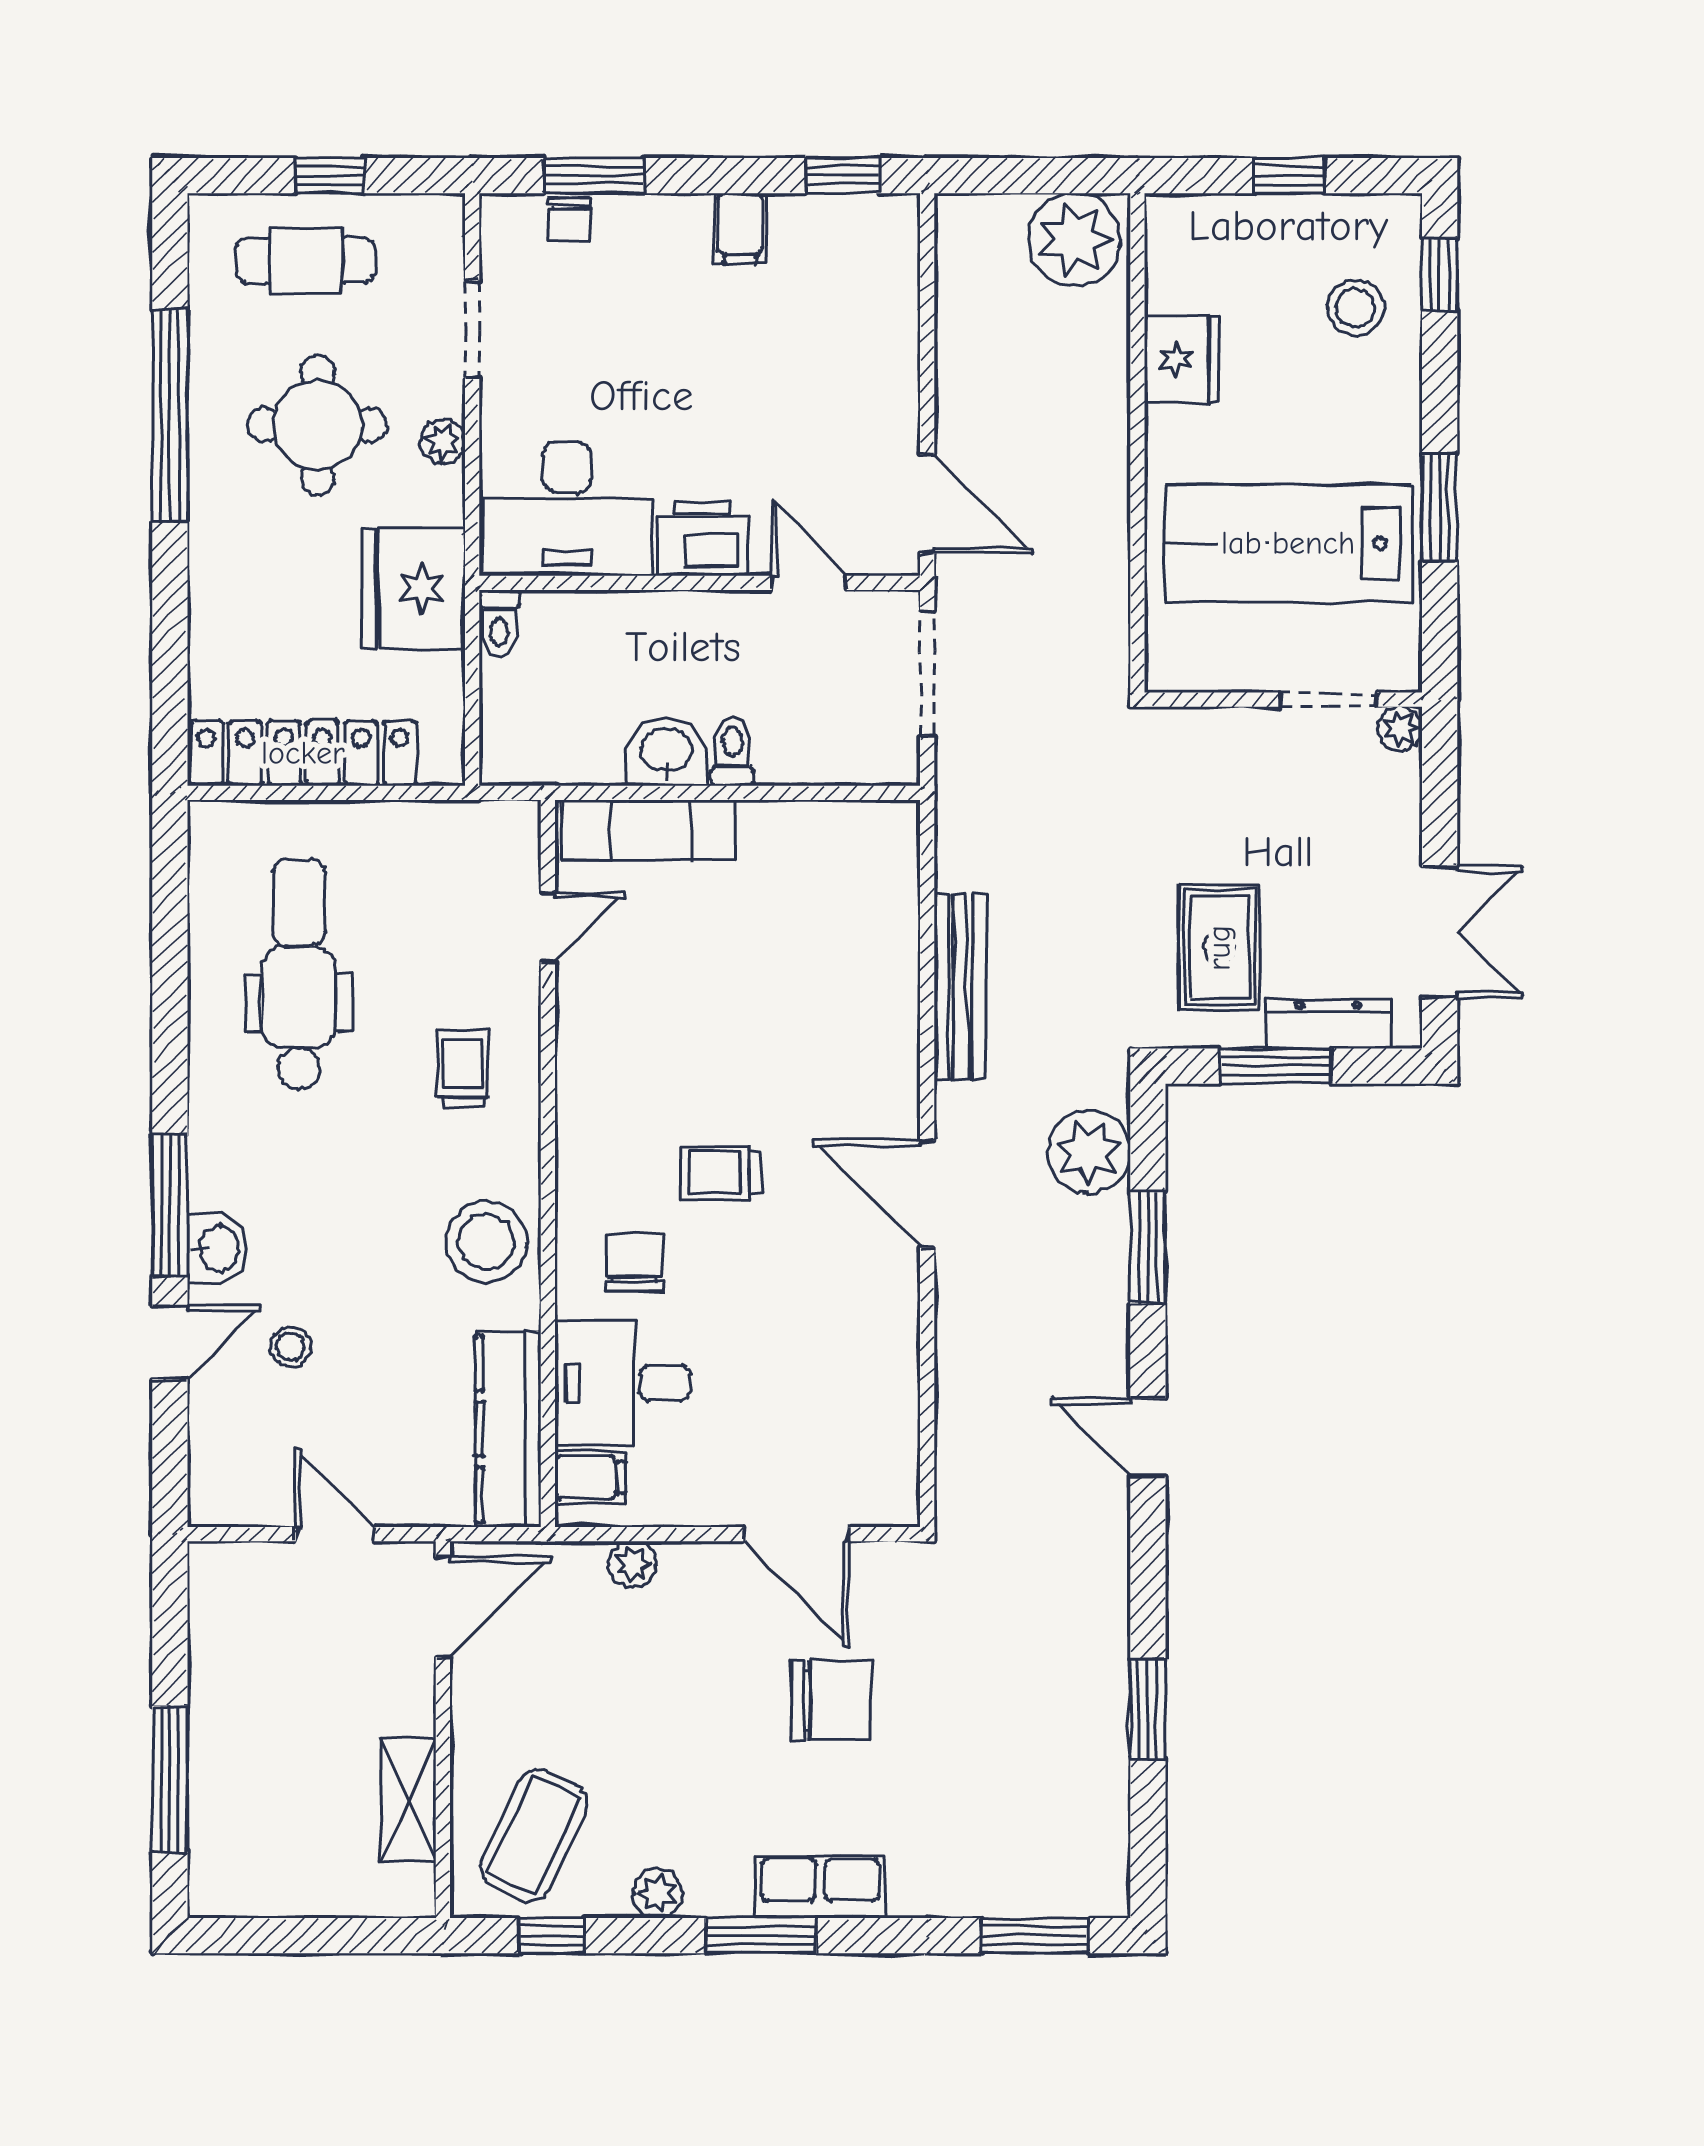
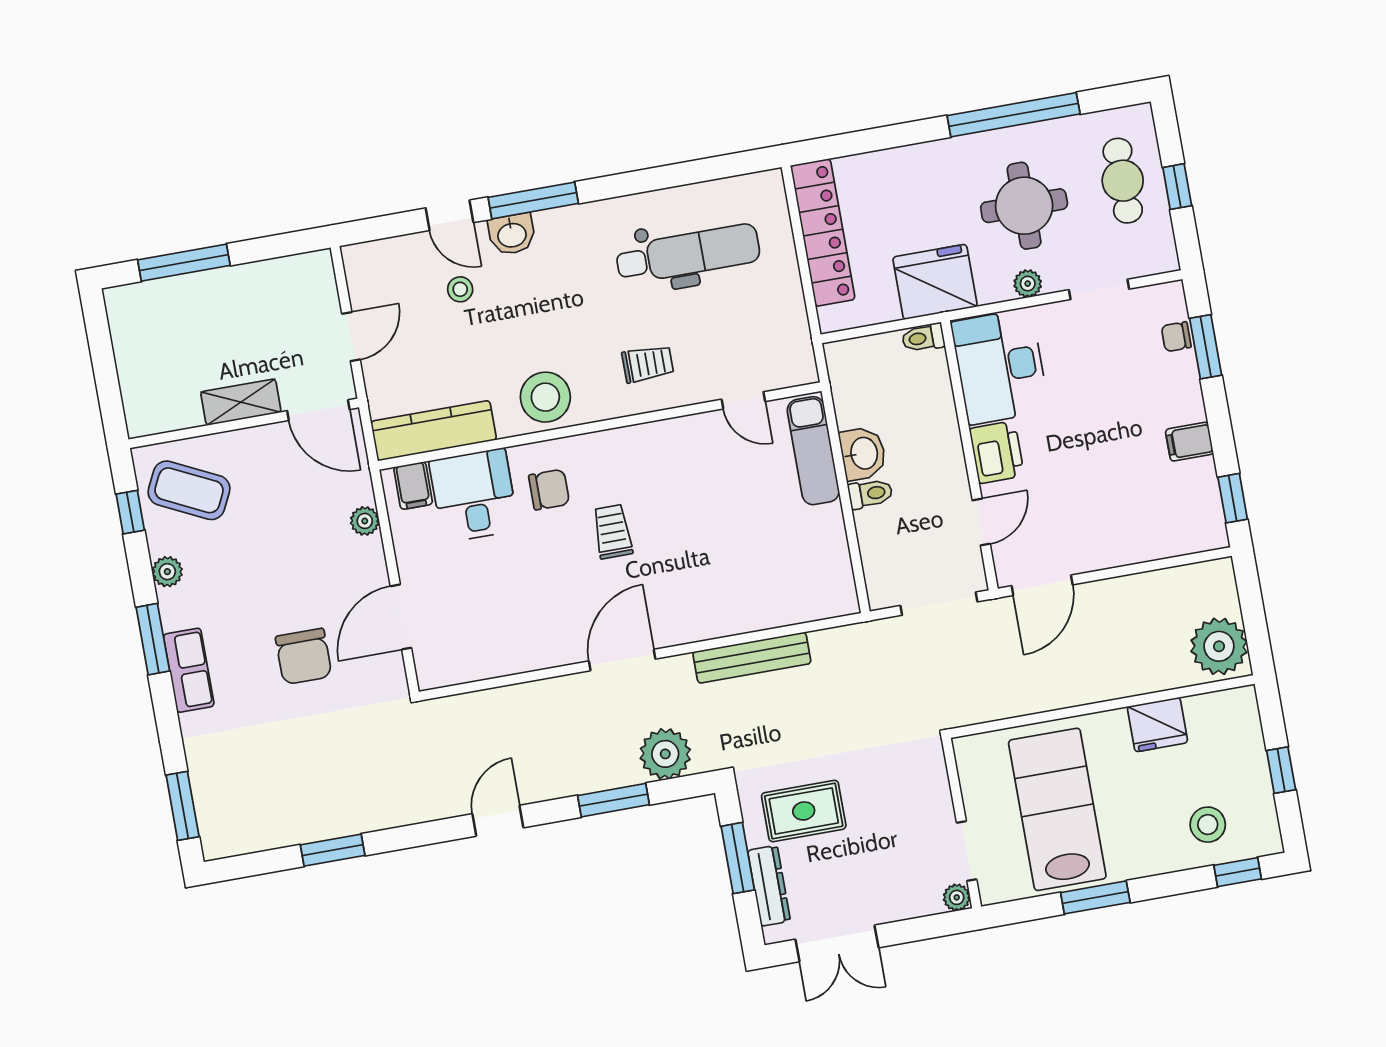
shelving: (408, 1800) -> (241, 402), moved

